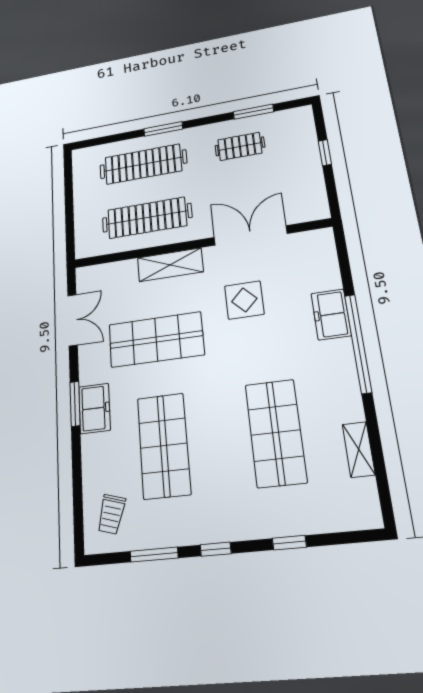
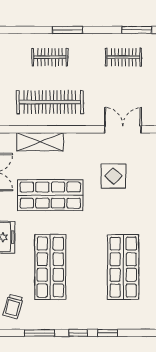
clothes rail: (143, 164) -> (50, 57), width x0.54, depth x0.76
double door: (250, 235) -> (123, 129), width x0.73
shelving: (170, 265) -> (40, 142), moved
window: (289, 543) -> (108, 333), moved

